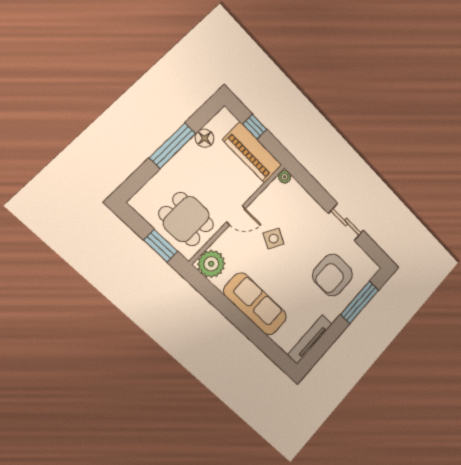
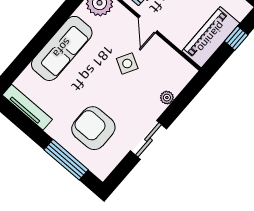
plant: (285, 177) -> (167, 98), moved

